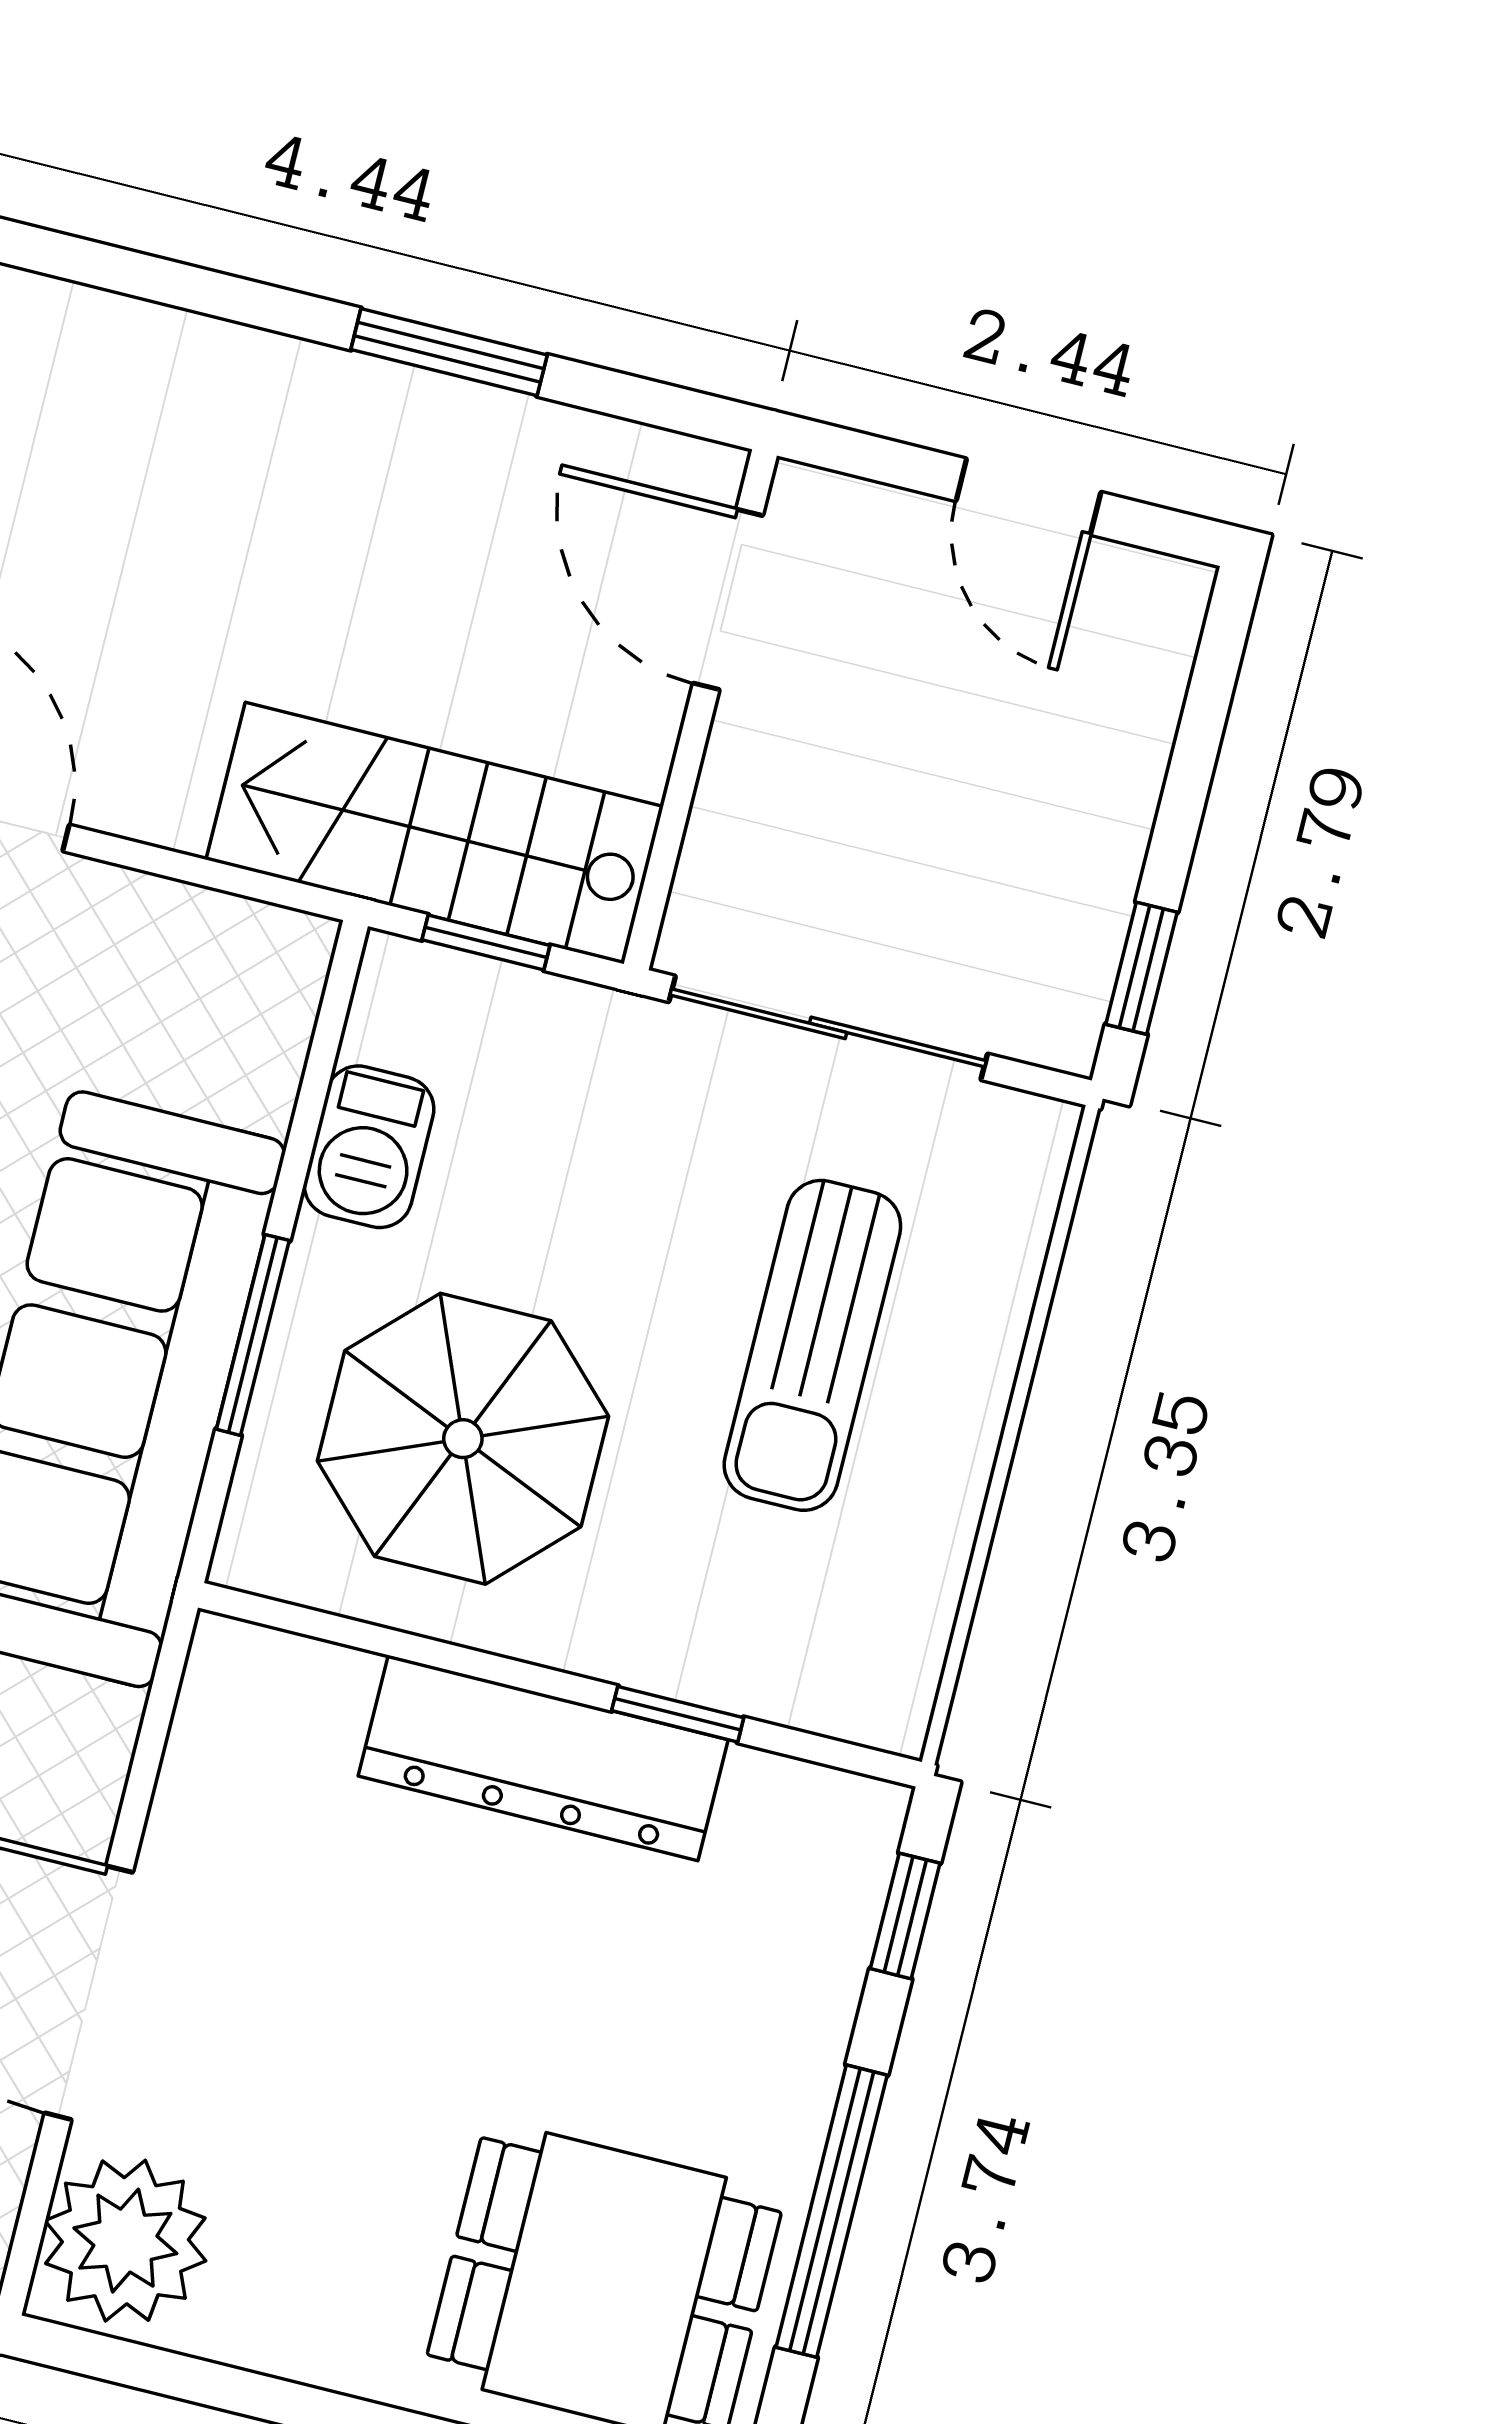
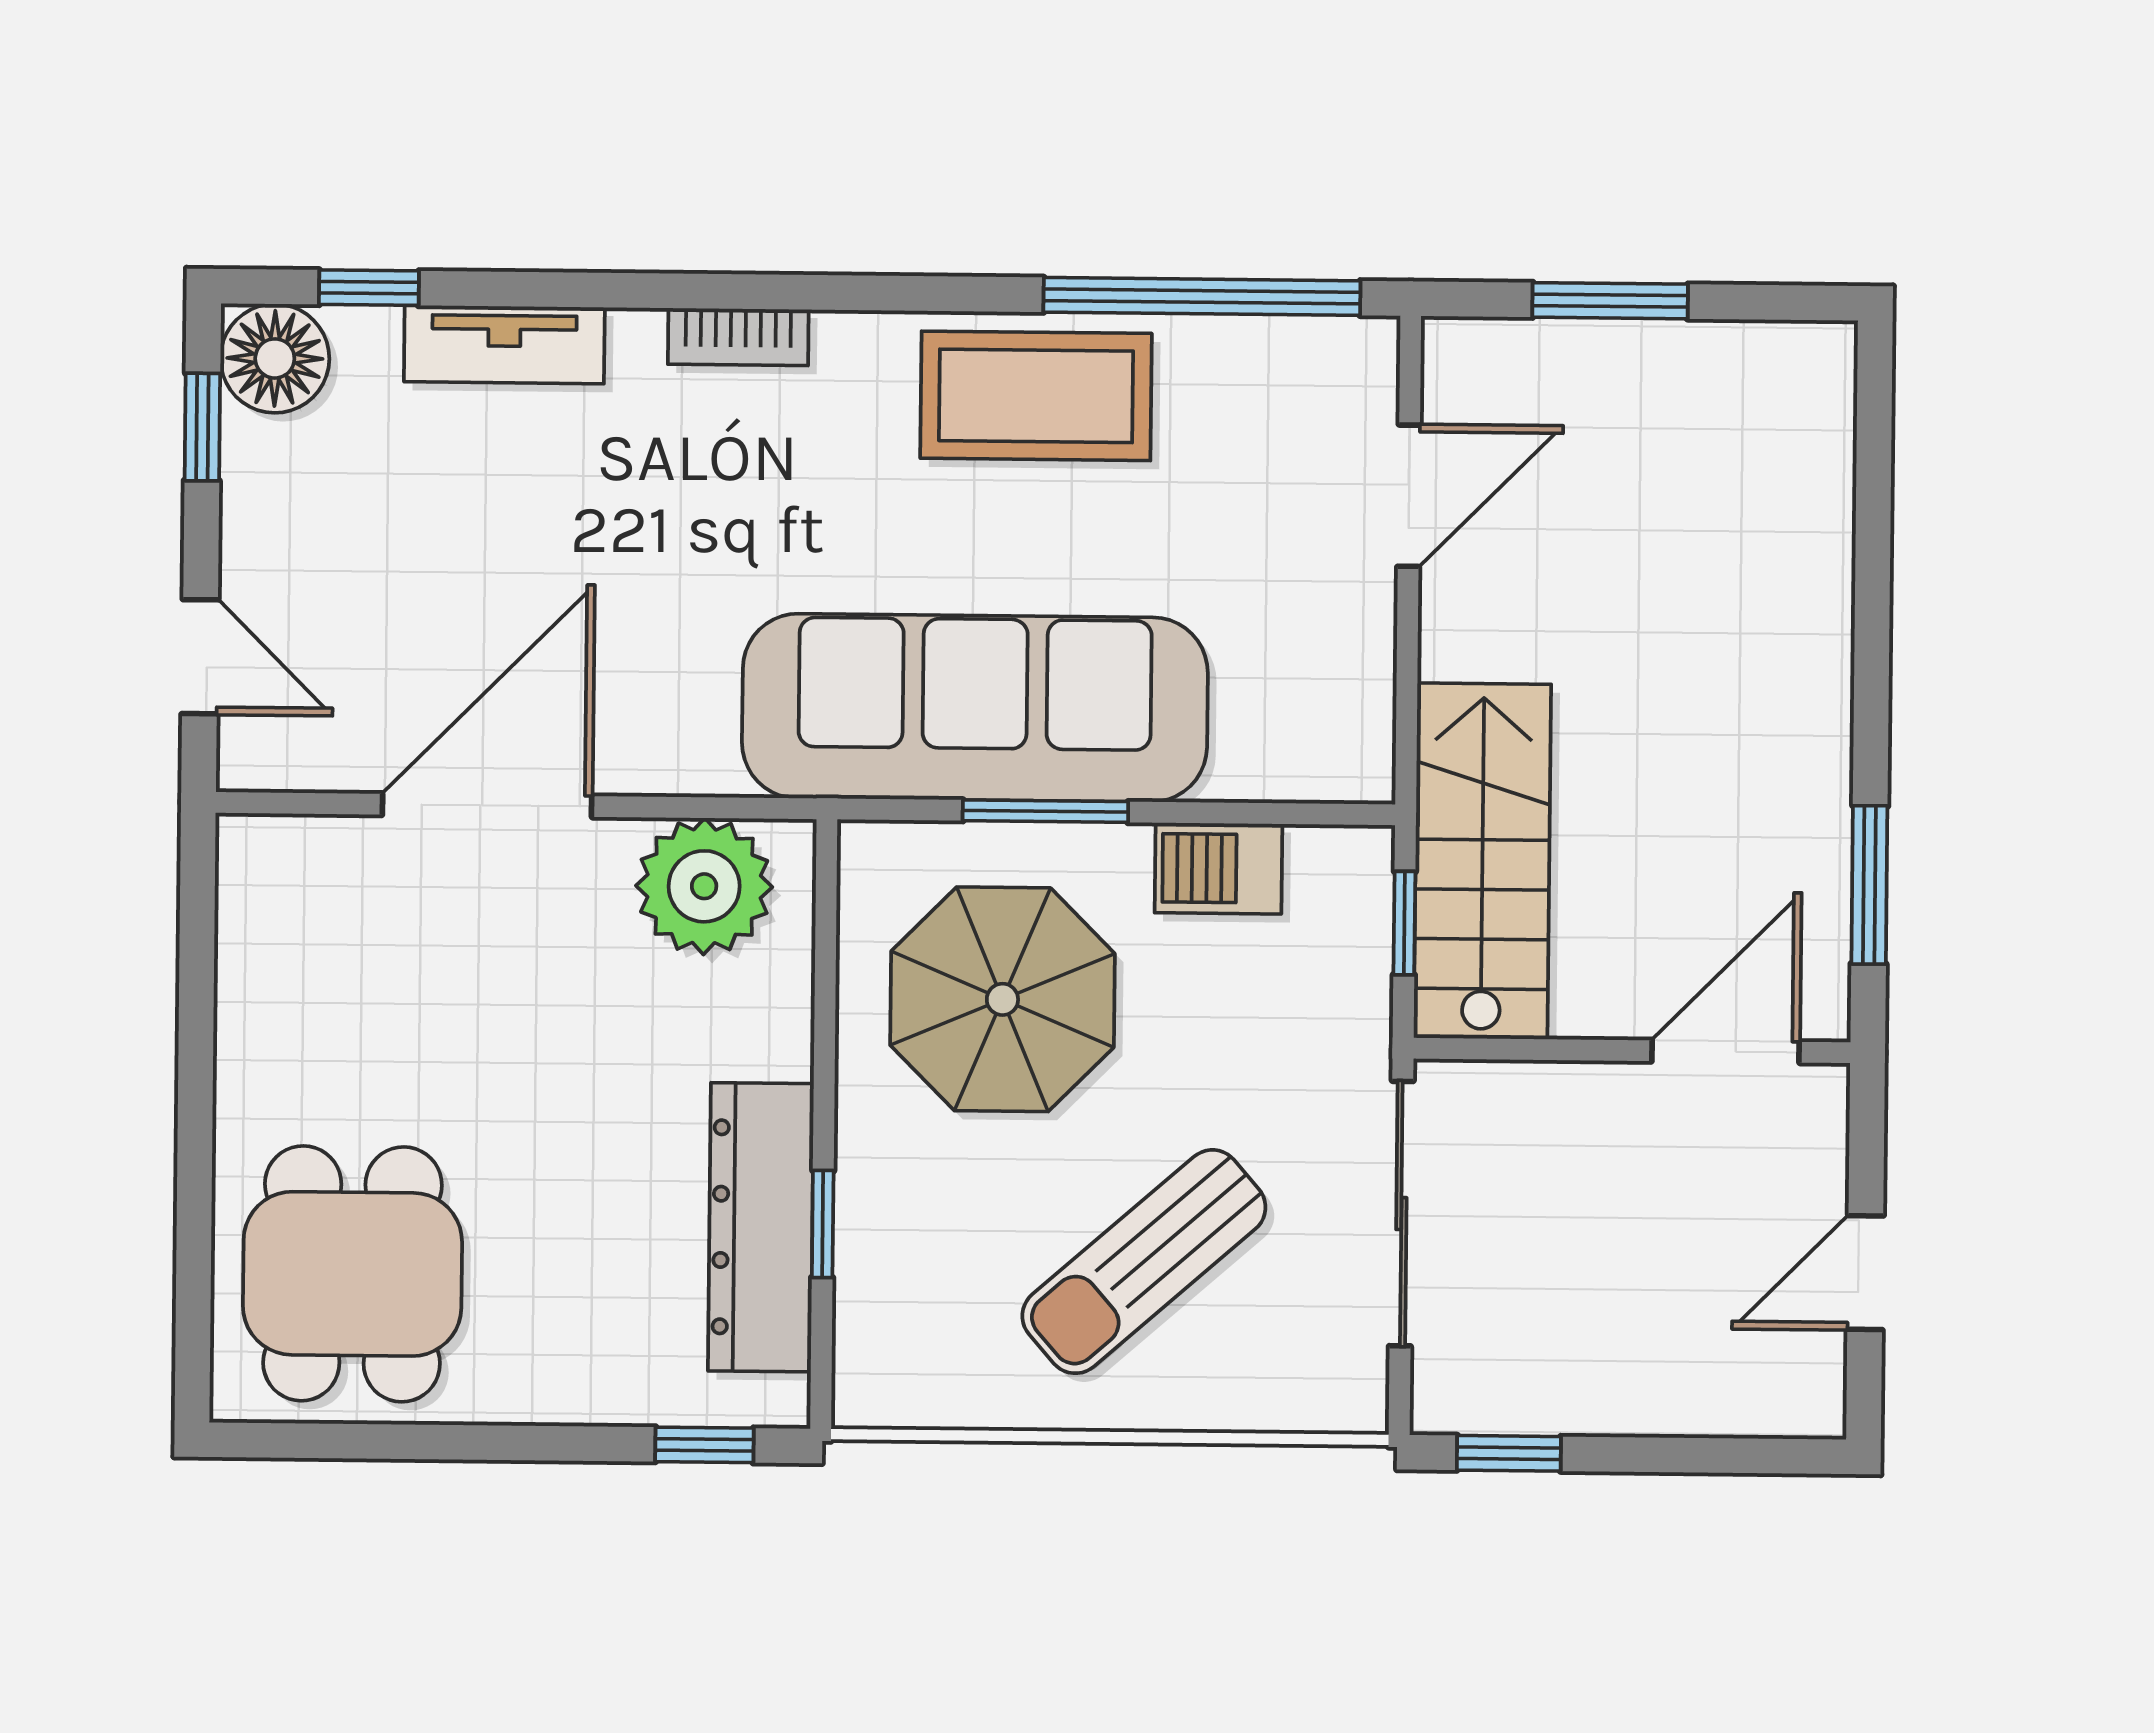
window: (449, 352) -> (1869, 885), moved
sun lounger: (812, 1345) -> (1144, 1262), turned -41
dresser: (543, 1758) -> (761, 1227), moved
window: (832, 2211) -> (454, 1442), removed
plant: (125, 2241) -> (704, 886), moved

